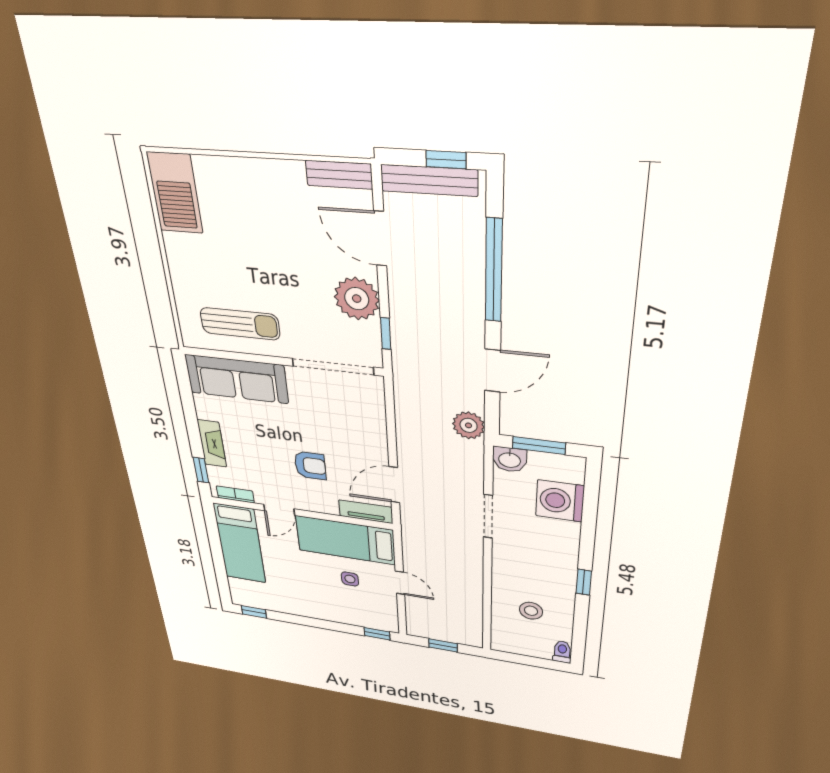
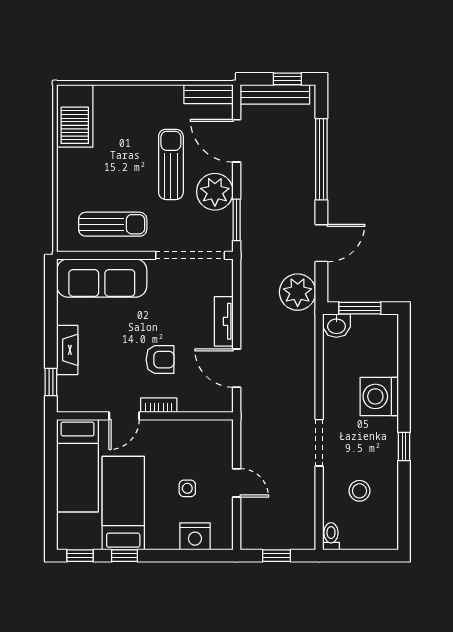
sun lounger: (300, 261) -> (171, 164), added
window: (386, 334) -> (237, 220), width x1.50
plant: (469, 425) -> (298, 292), width x1.36, depth x1.36
door: (394, 485) -> (237, 368), hinge flipped
bookcase: (235, 494) -> (159, 405), moved
washing machine: (560, 501) -> (379, 396), moved
tv unit: (366, 512) -> (224, 321), moved, turned -90
doorway: (488, 516) -> (319, 443), moved
bed: (345, 540) -> (123, 503), moved, turned 90
nightstand: (361, 617) -> (195, 536), added
window: (377, 634) -> (125, 556), moved
toilet: (562, 652) -> (331, 536), moved

